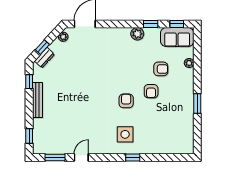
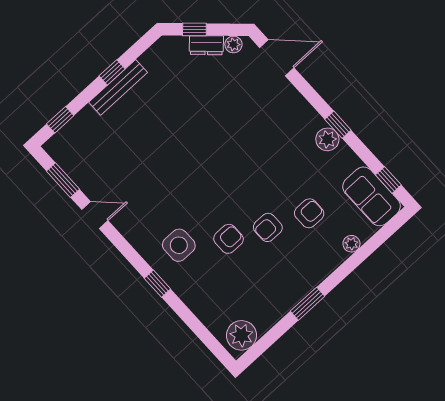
window: (151, 24) -> (338, 125), moved
dresser: (44, 58) -> (206, 45), moved
armchair: (161, 69) -> (309, 213), turned -90
window: (29, 82) -> (112, 72), moved
armchair: (126, 101) -> (228, 239), moved
plant: (185, 142) -> (241, 335), added

